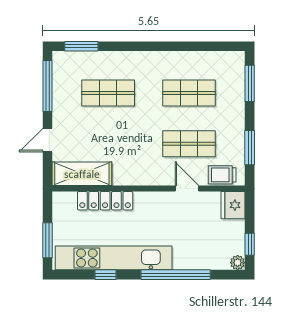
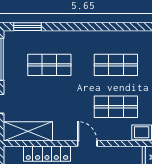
door: (187, 189) -> (87, 144), moved

